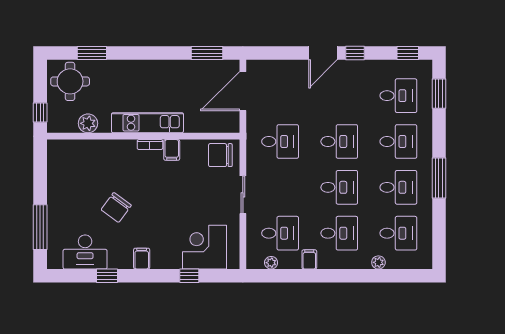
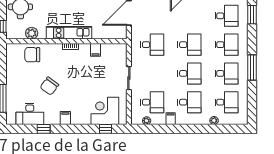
filing cabinet: (172, 150) -> (96, 50), moved
chair: (220, 155) -> (32, 55), moved
window: (189, 276) -> (106, 129), moved

